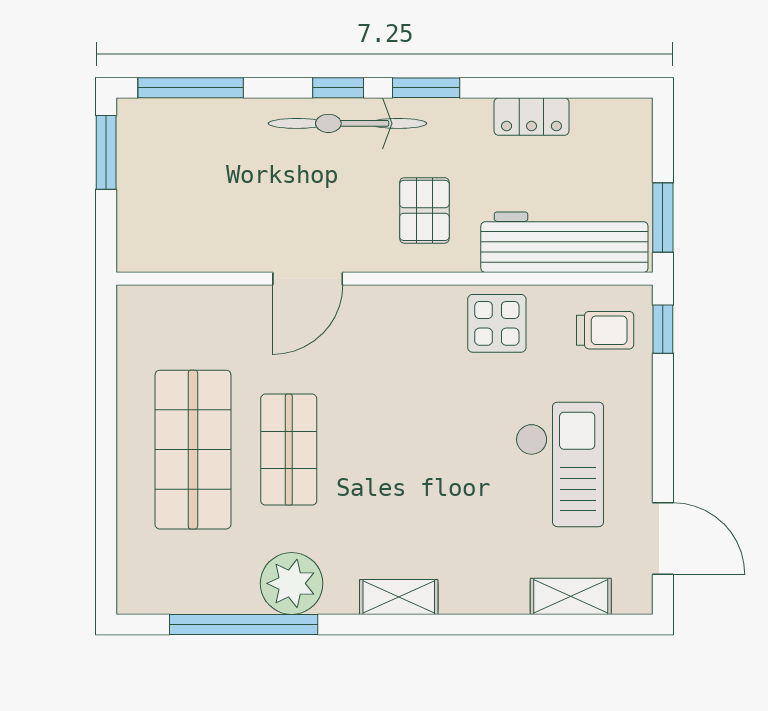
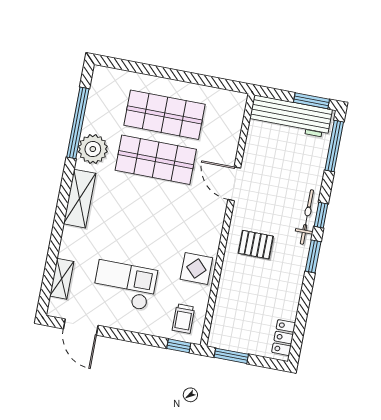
locker: (531, 117) -> (284, 338), moved
bicycle: (347, 123) -> (307, 217), width x0.73, depth x0.71
workbench: (564, 242) -> (291, 116), moved, turned 90
shop shelf: (289, 450) -> (156, 160), width x1.43, depth x1.36
checkout: (560, 464) -> (125, 285), turned 180
door: (663, 538) -> (81, 327), hinge flipped
shelving: (399, 597) -> (80, 199), width x1.50, depth x1.33

